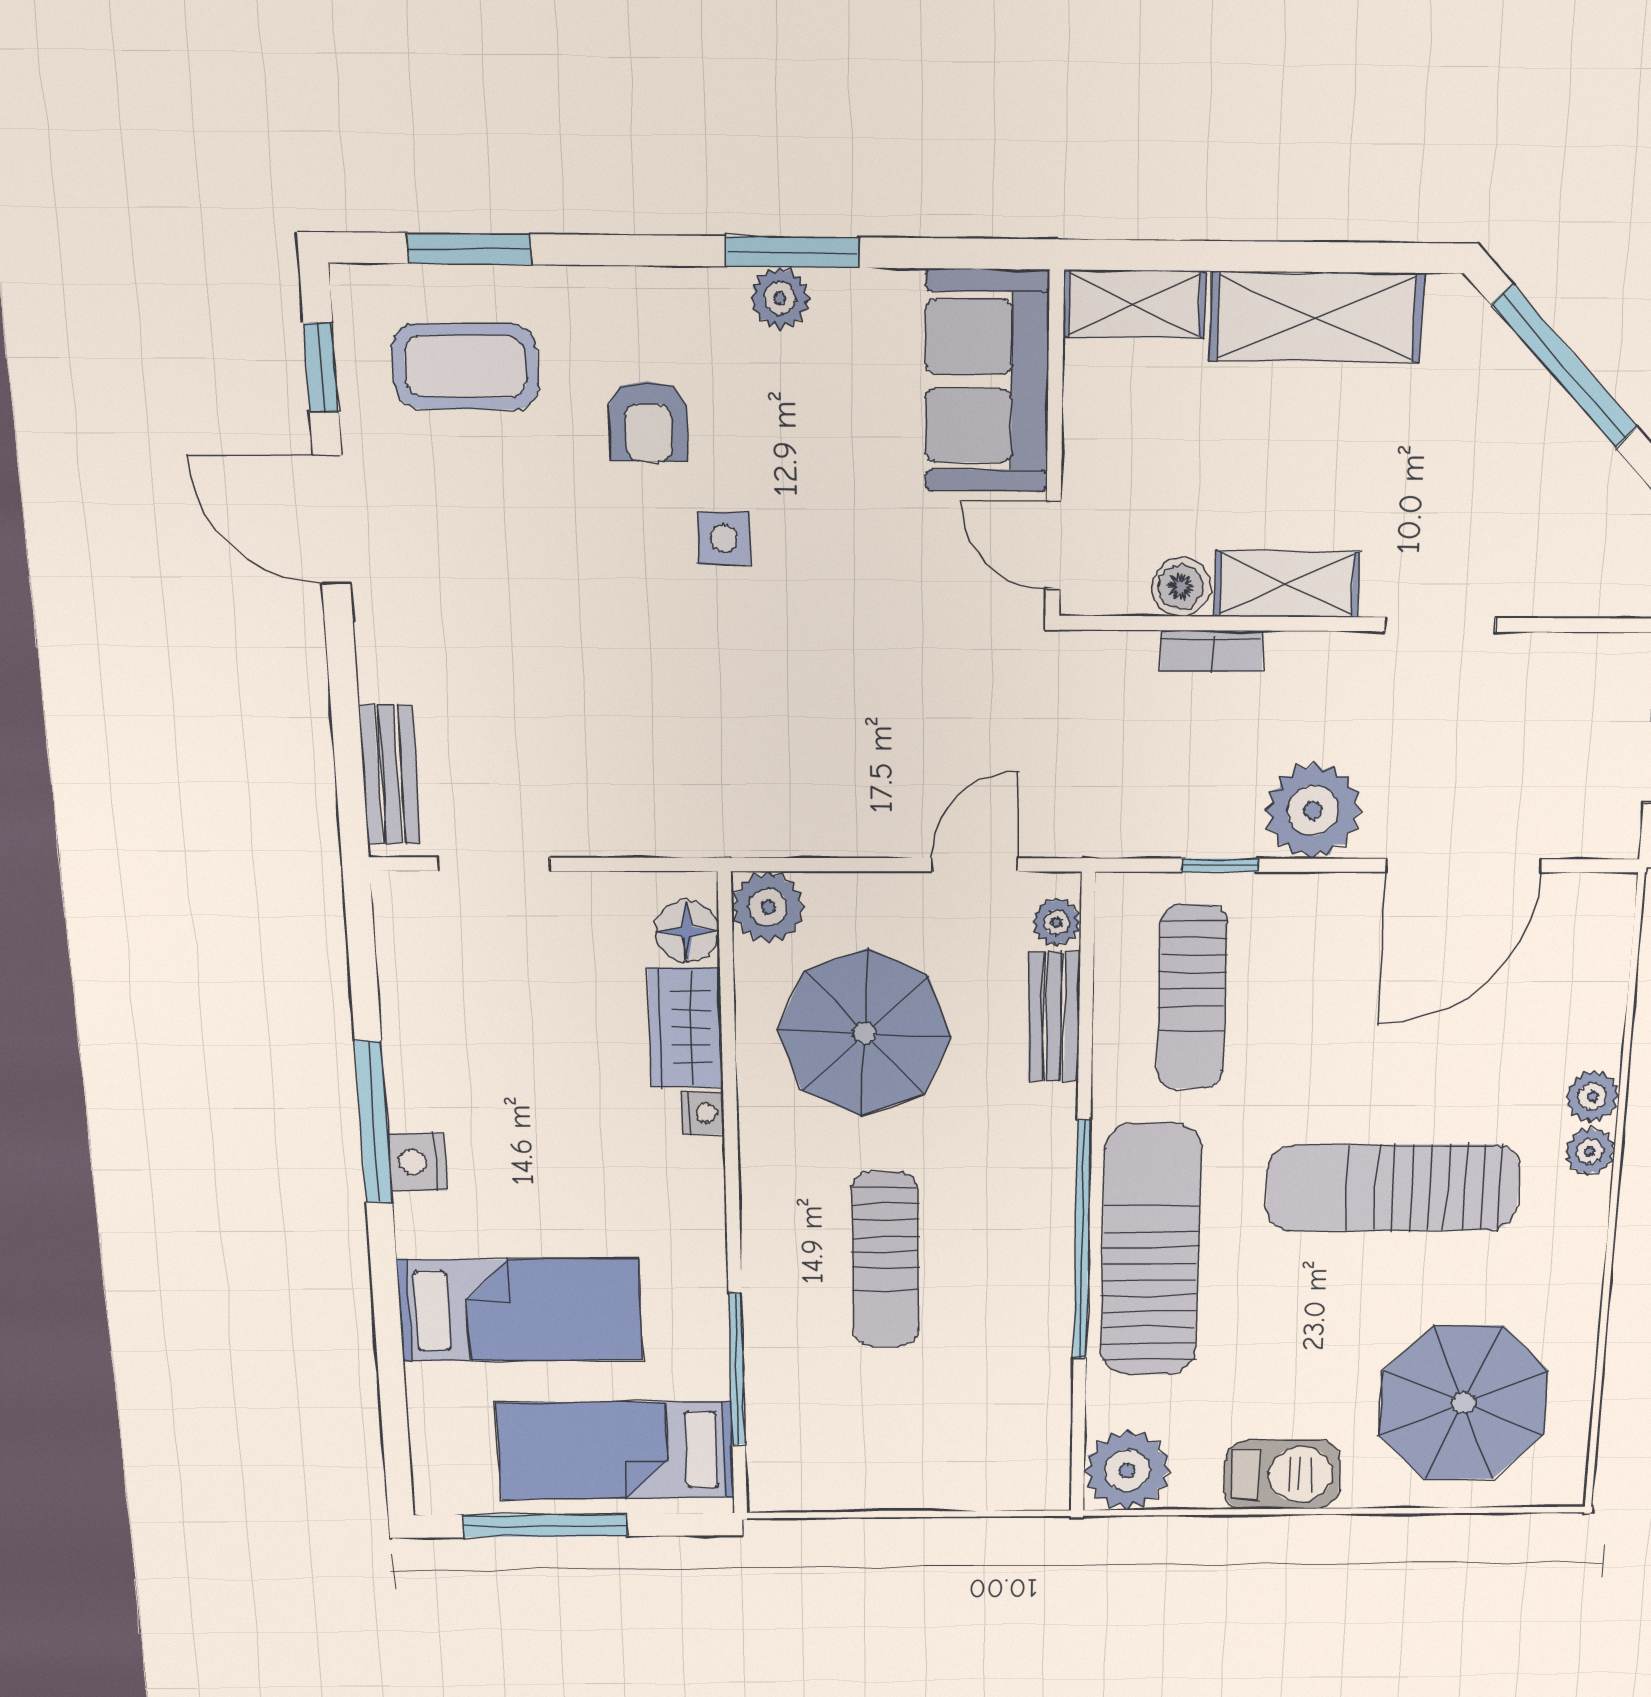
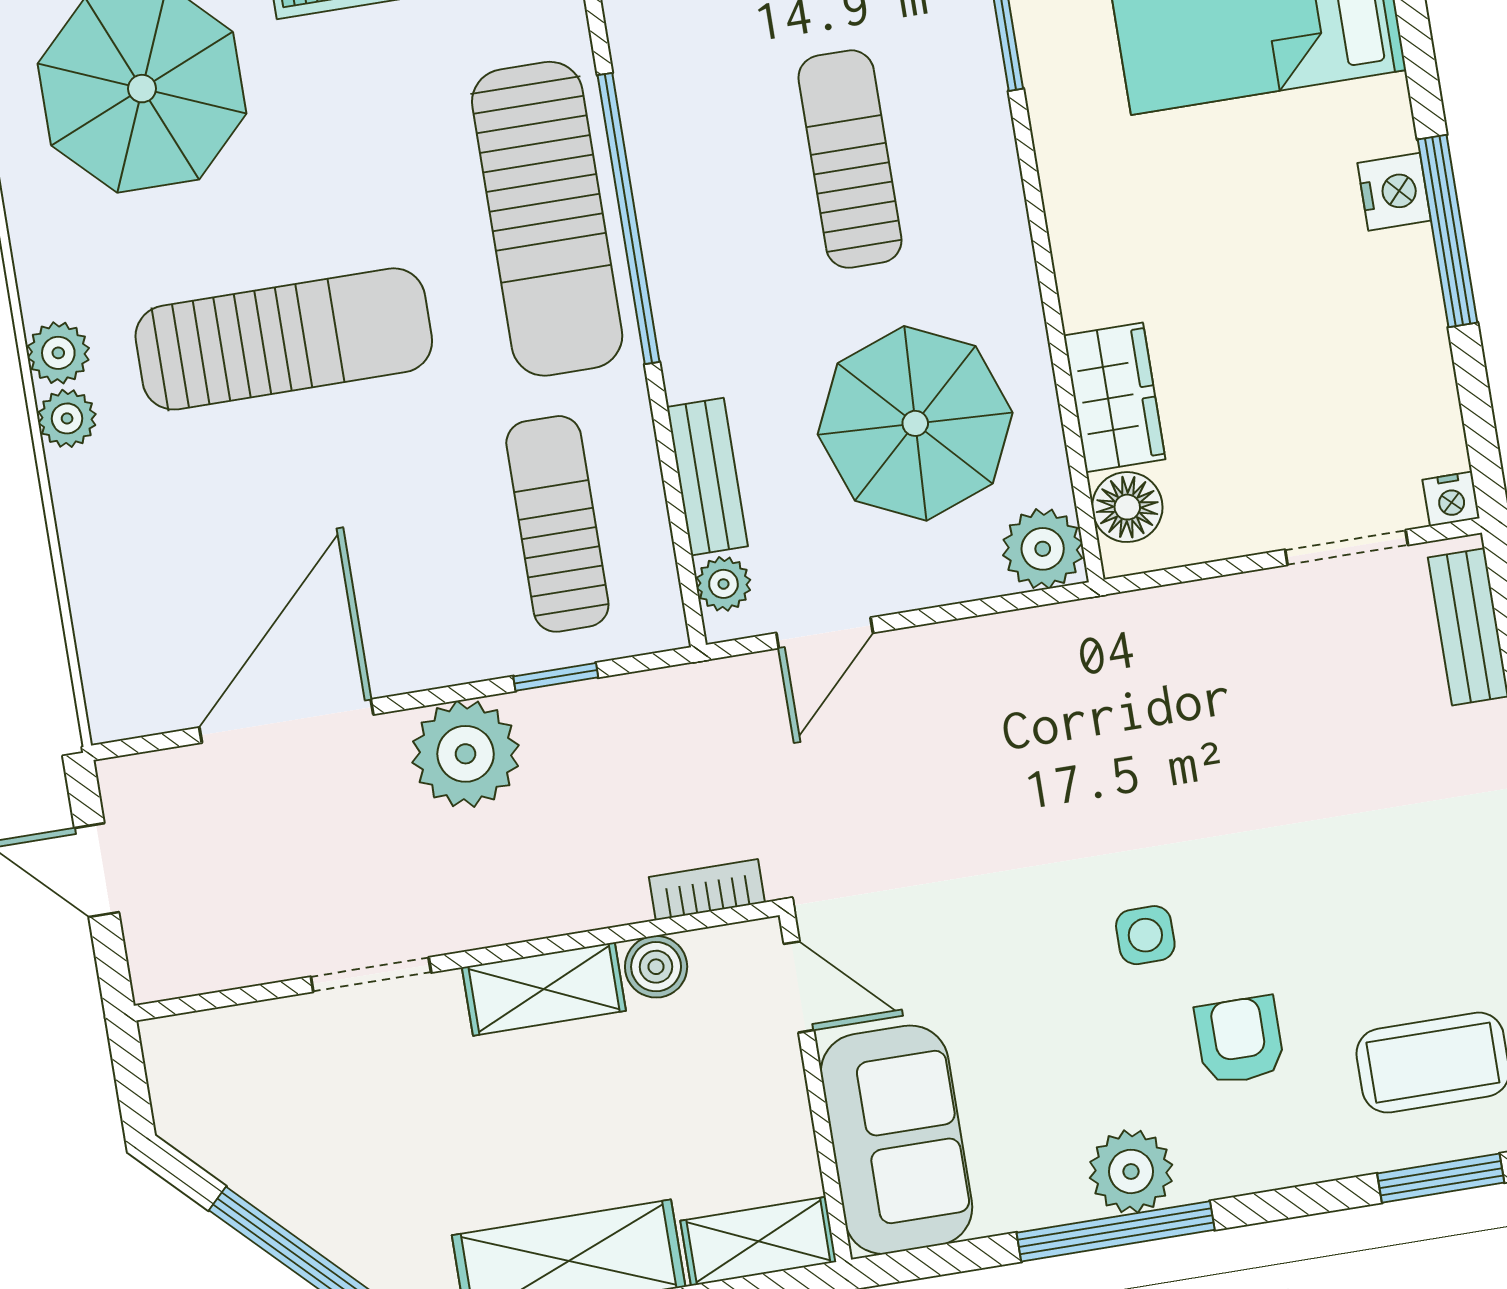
window: (792, 252) -> (1116, 1231), width x1.44
plant: (780, 298) -> (1131, 1171), width x1.38, depth x1.38
bookcase: (1212, 651) -> (707, 890), moved
plant: (1592, 1096) -> (58, 353), moved
nightstand: (703, 1113) -> (1451, 499), moved, turned -90

